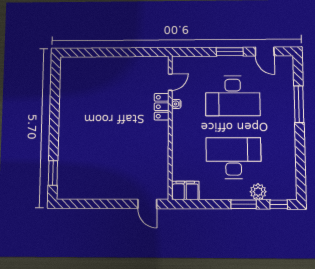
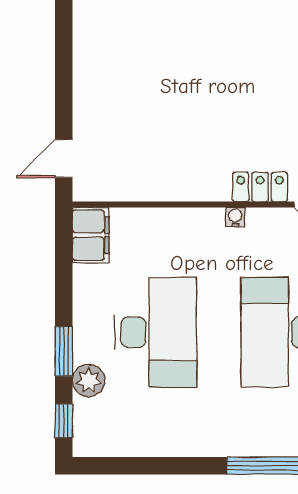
water cooler: (176, 104) -> (235, 217), moved

